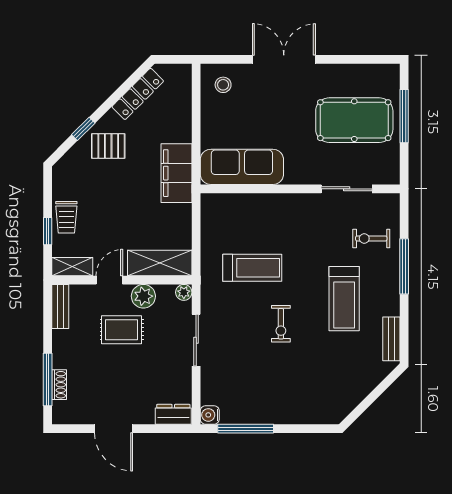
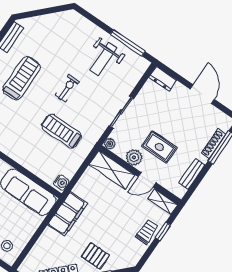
bench: (60, 306) -> (192, 174), moved
shoe rack: (59, 385) -> (214, 144), width x1.43
weight bench: (261, 389) -> (104, 59), added
water cooler: (210, 415) -> (62, 183), moved

